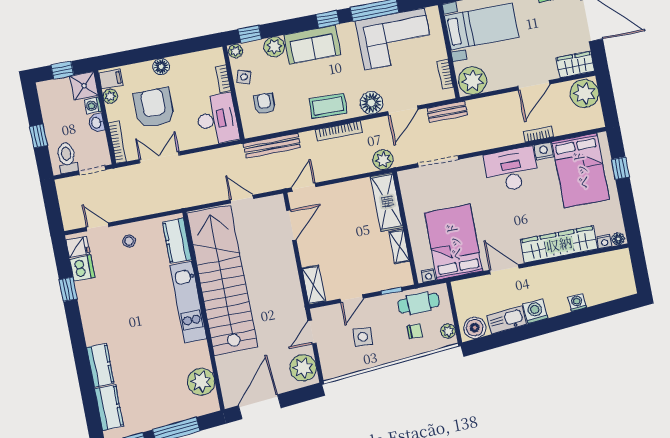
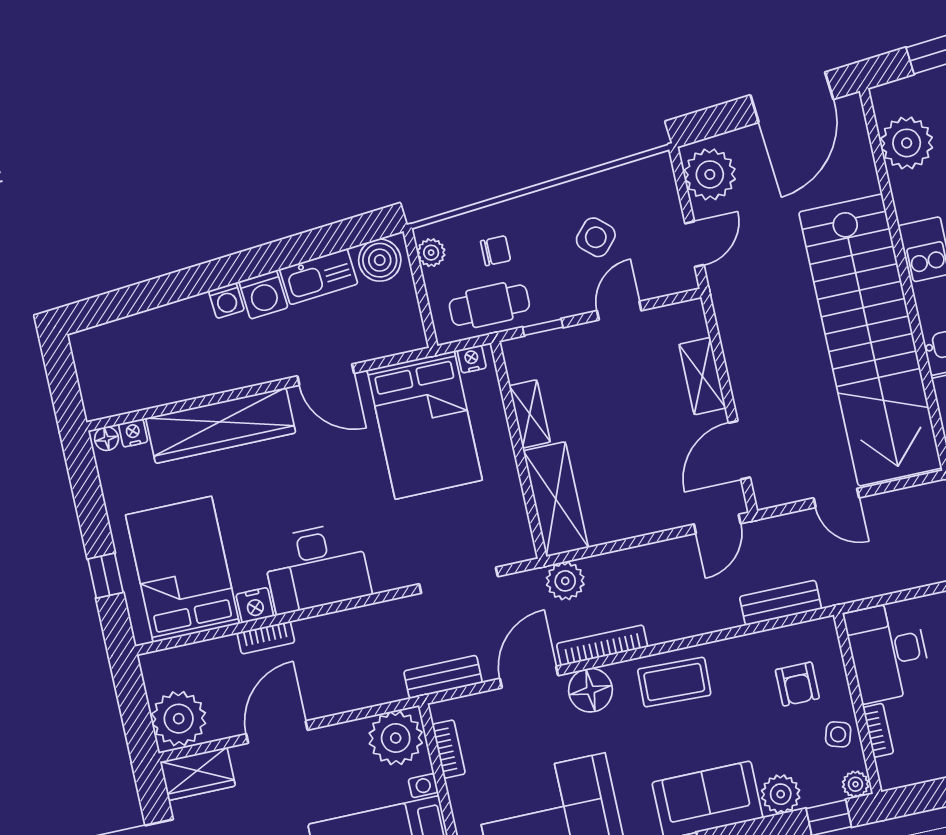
bookcase: (339, 131) -> (602, 645), moved
bench: (272, 146) -> (780, 603), width x0.73
shelving: (314, 285) -> (702, 376), moved
washing machine: (577, 302) -> (226, 300), moved
chair: (415, 331) -> (496, 251), turned 180
side table: (363, 337) -> (596, 237), turned 38

